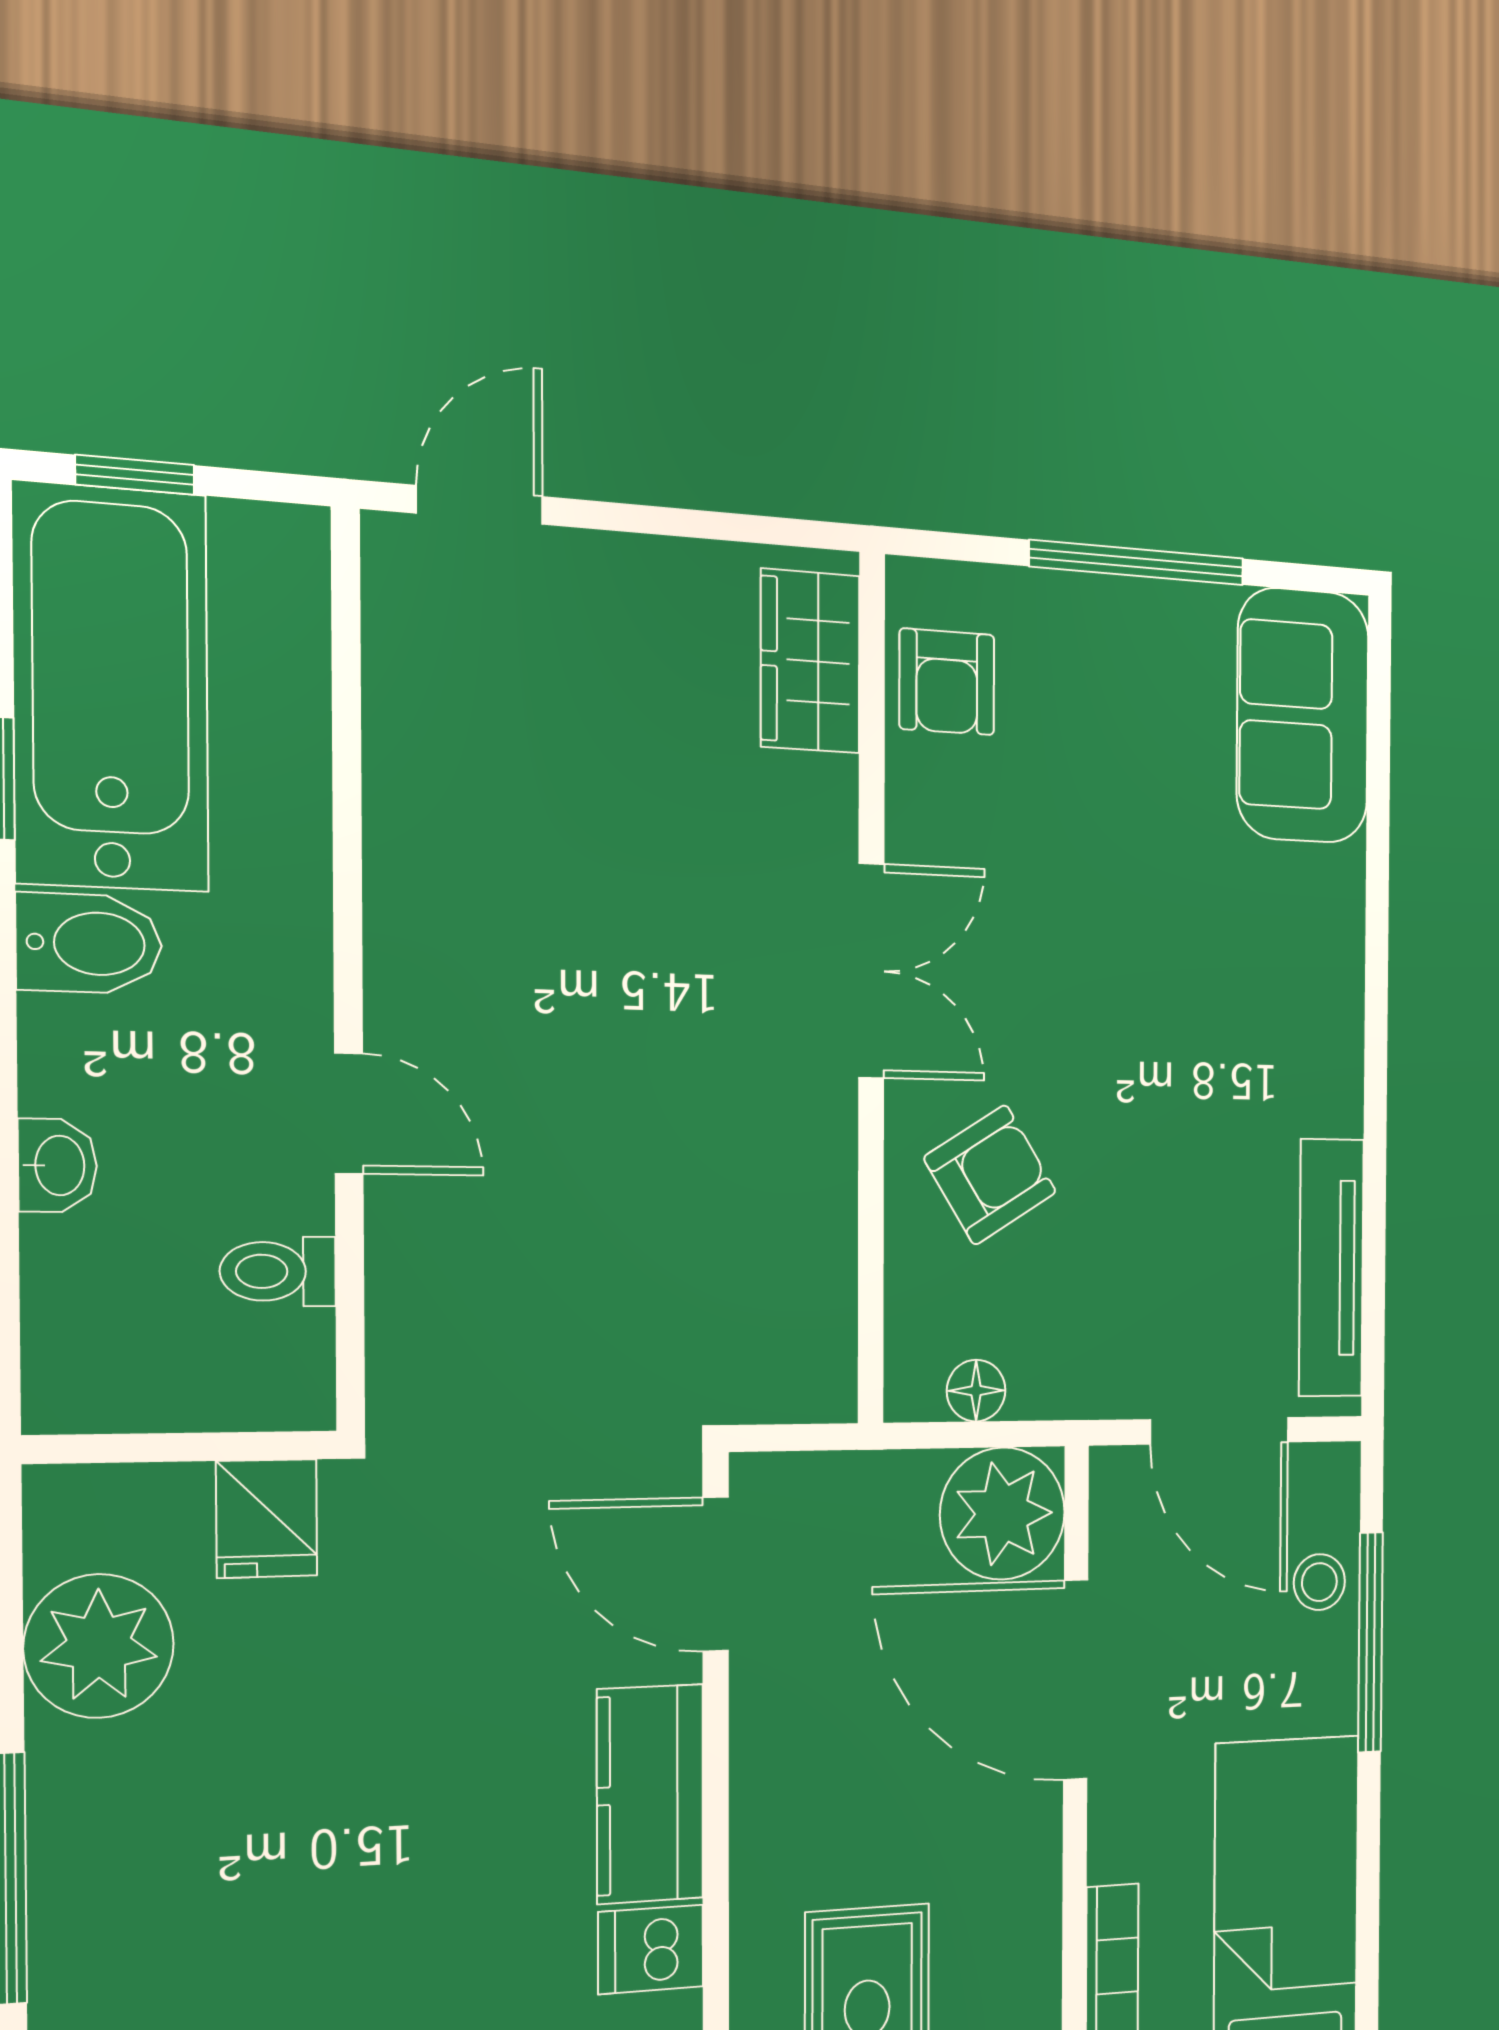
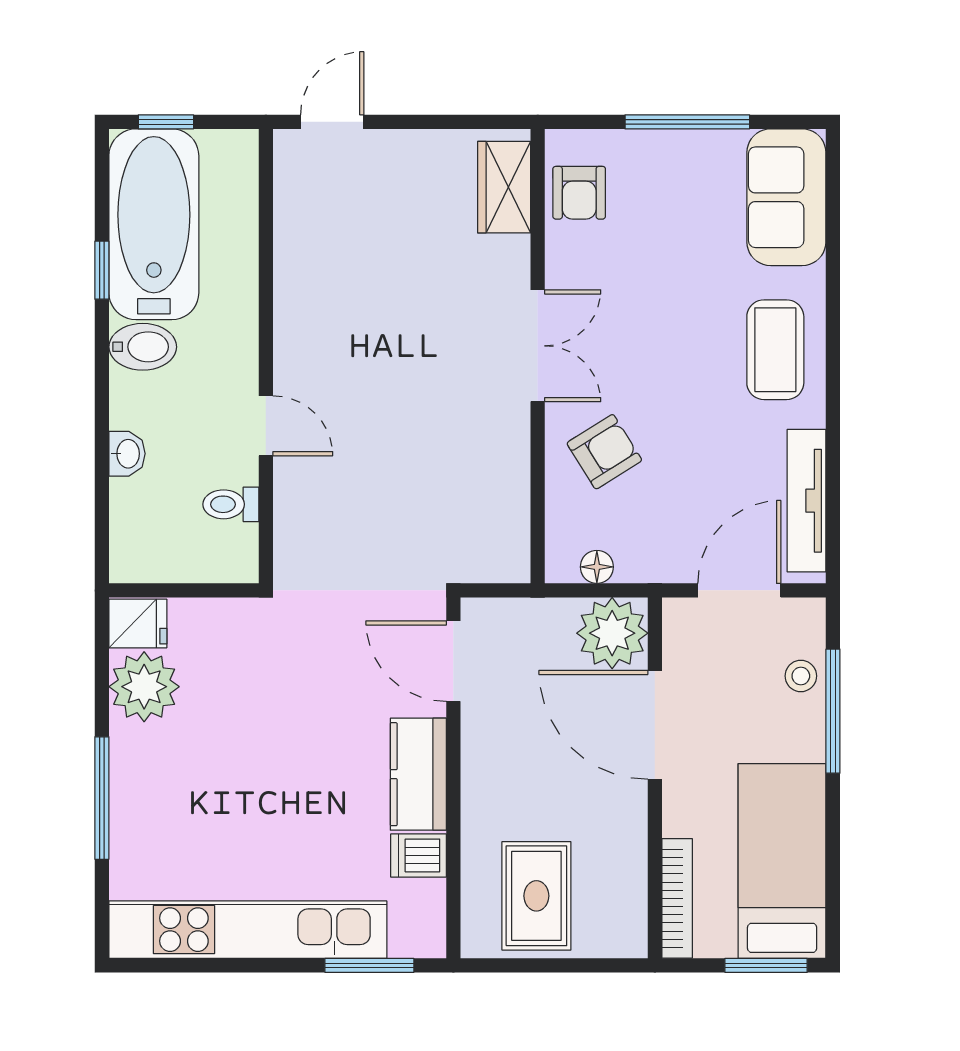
coffee table: (1282, 994) -> (775, 350), added
door: (1220, 1431) -> (739, 590), swing flipped
fridge: (267, 1519) -> (138, 623), moved, turned -90

